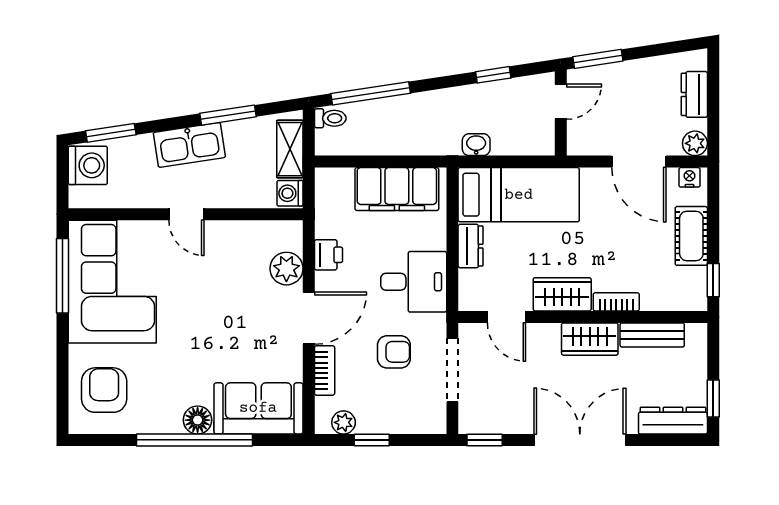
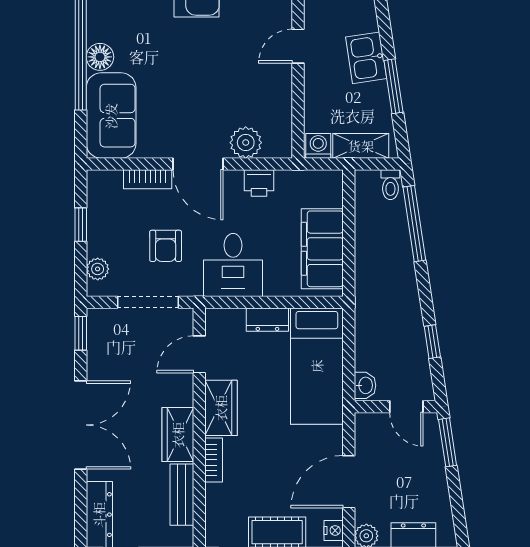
kitchen sink: (189, 145) -> (366, 58), width x0.73
washbasin: (476, 145) -> (365, 385), moved
plant: (344, 422) -> (98, 269), moved

